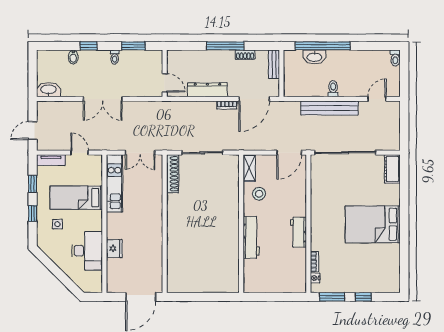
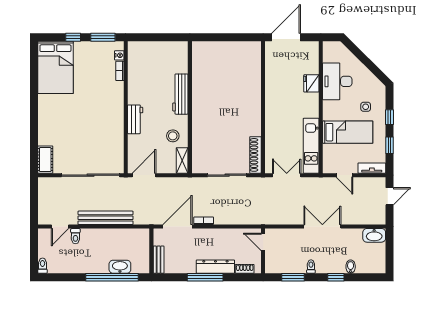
shoe rack: (245, 55) -> (245, 269), moved
toilet: (333, 89) -> (75, 236), moved
dresser: (207, 90) -> (215, 267), moved, turned 180
bed: (373, 224) -> (55, 67), moved, turned 90
workbench: (298, 232) -> (135, 119), moved

